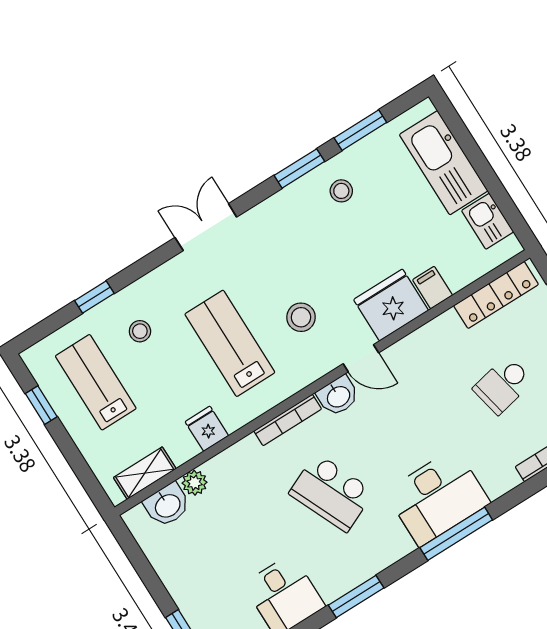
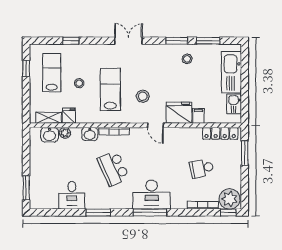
stool: (140, 331) -> (79, 83), moved
washbasin: (338, 396) -> (90, 134), moved
fridge: (207, 429) -> (69, 116), moved

